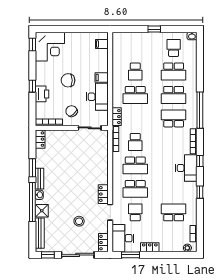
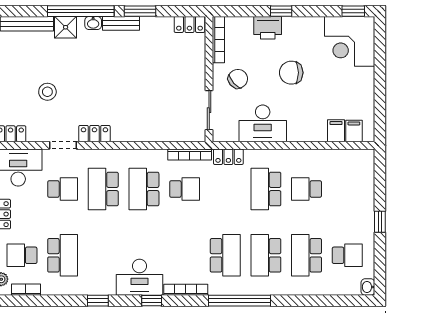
filing cabinet: (102, 78) -> (336, 131), moved
chair: (68, 80) -> (291, 73), turned -90
school desk: (135, 142) -> (185, 189), turned 180
school desk: (174, 236) -> (22, 255), added

